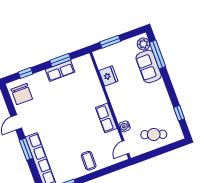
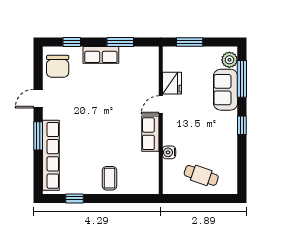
row of seats: (60, 71) -> (101, 55), moved
window: (179, 113) -> (242, 125), moved
door: (125, 147) -> (161, 105), moved

